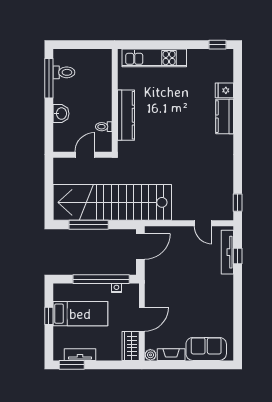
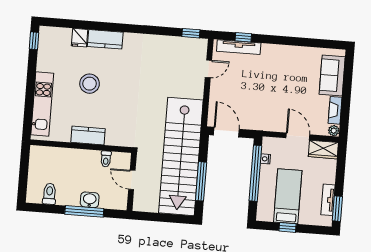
window: (49, 78) -> (84, 211), moved
stool: (179, 104) -> (90, 84), added
kitchen counter: (126, 115) -> (88, 136), width x0.67

